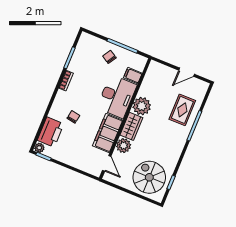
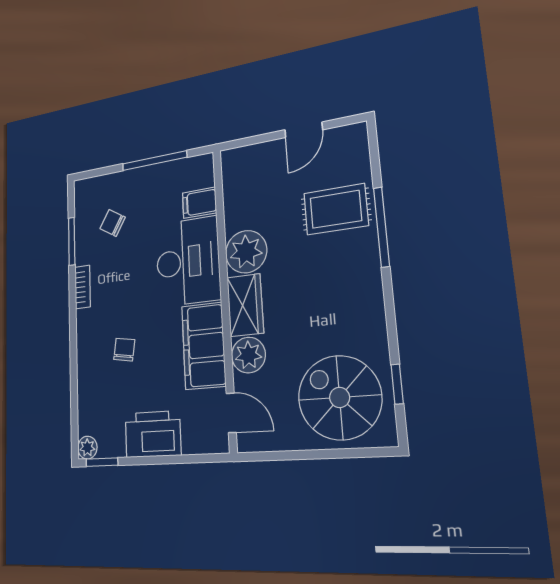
chair: (109, 57) -> (113, 223), moved
rug: (182, 110) -> (336, 209), turned 90
printer: (51, 132) -> (153, 434), moved, turned -90

